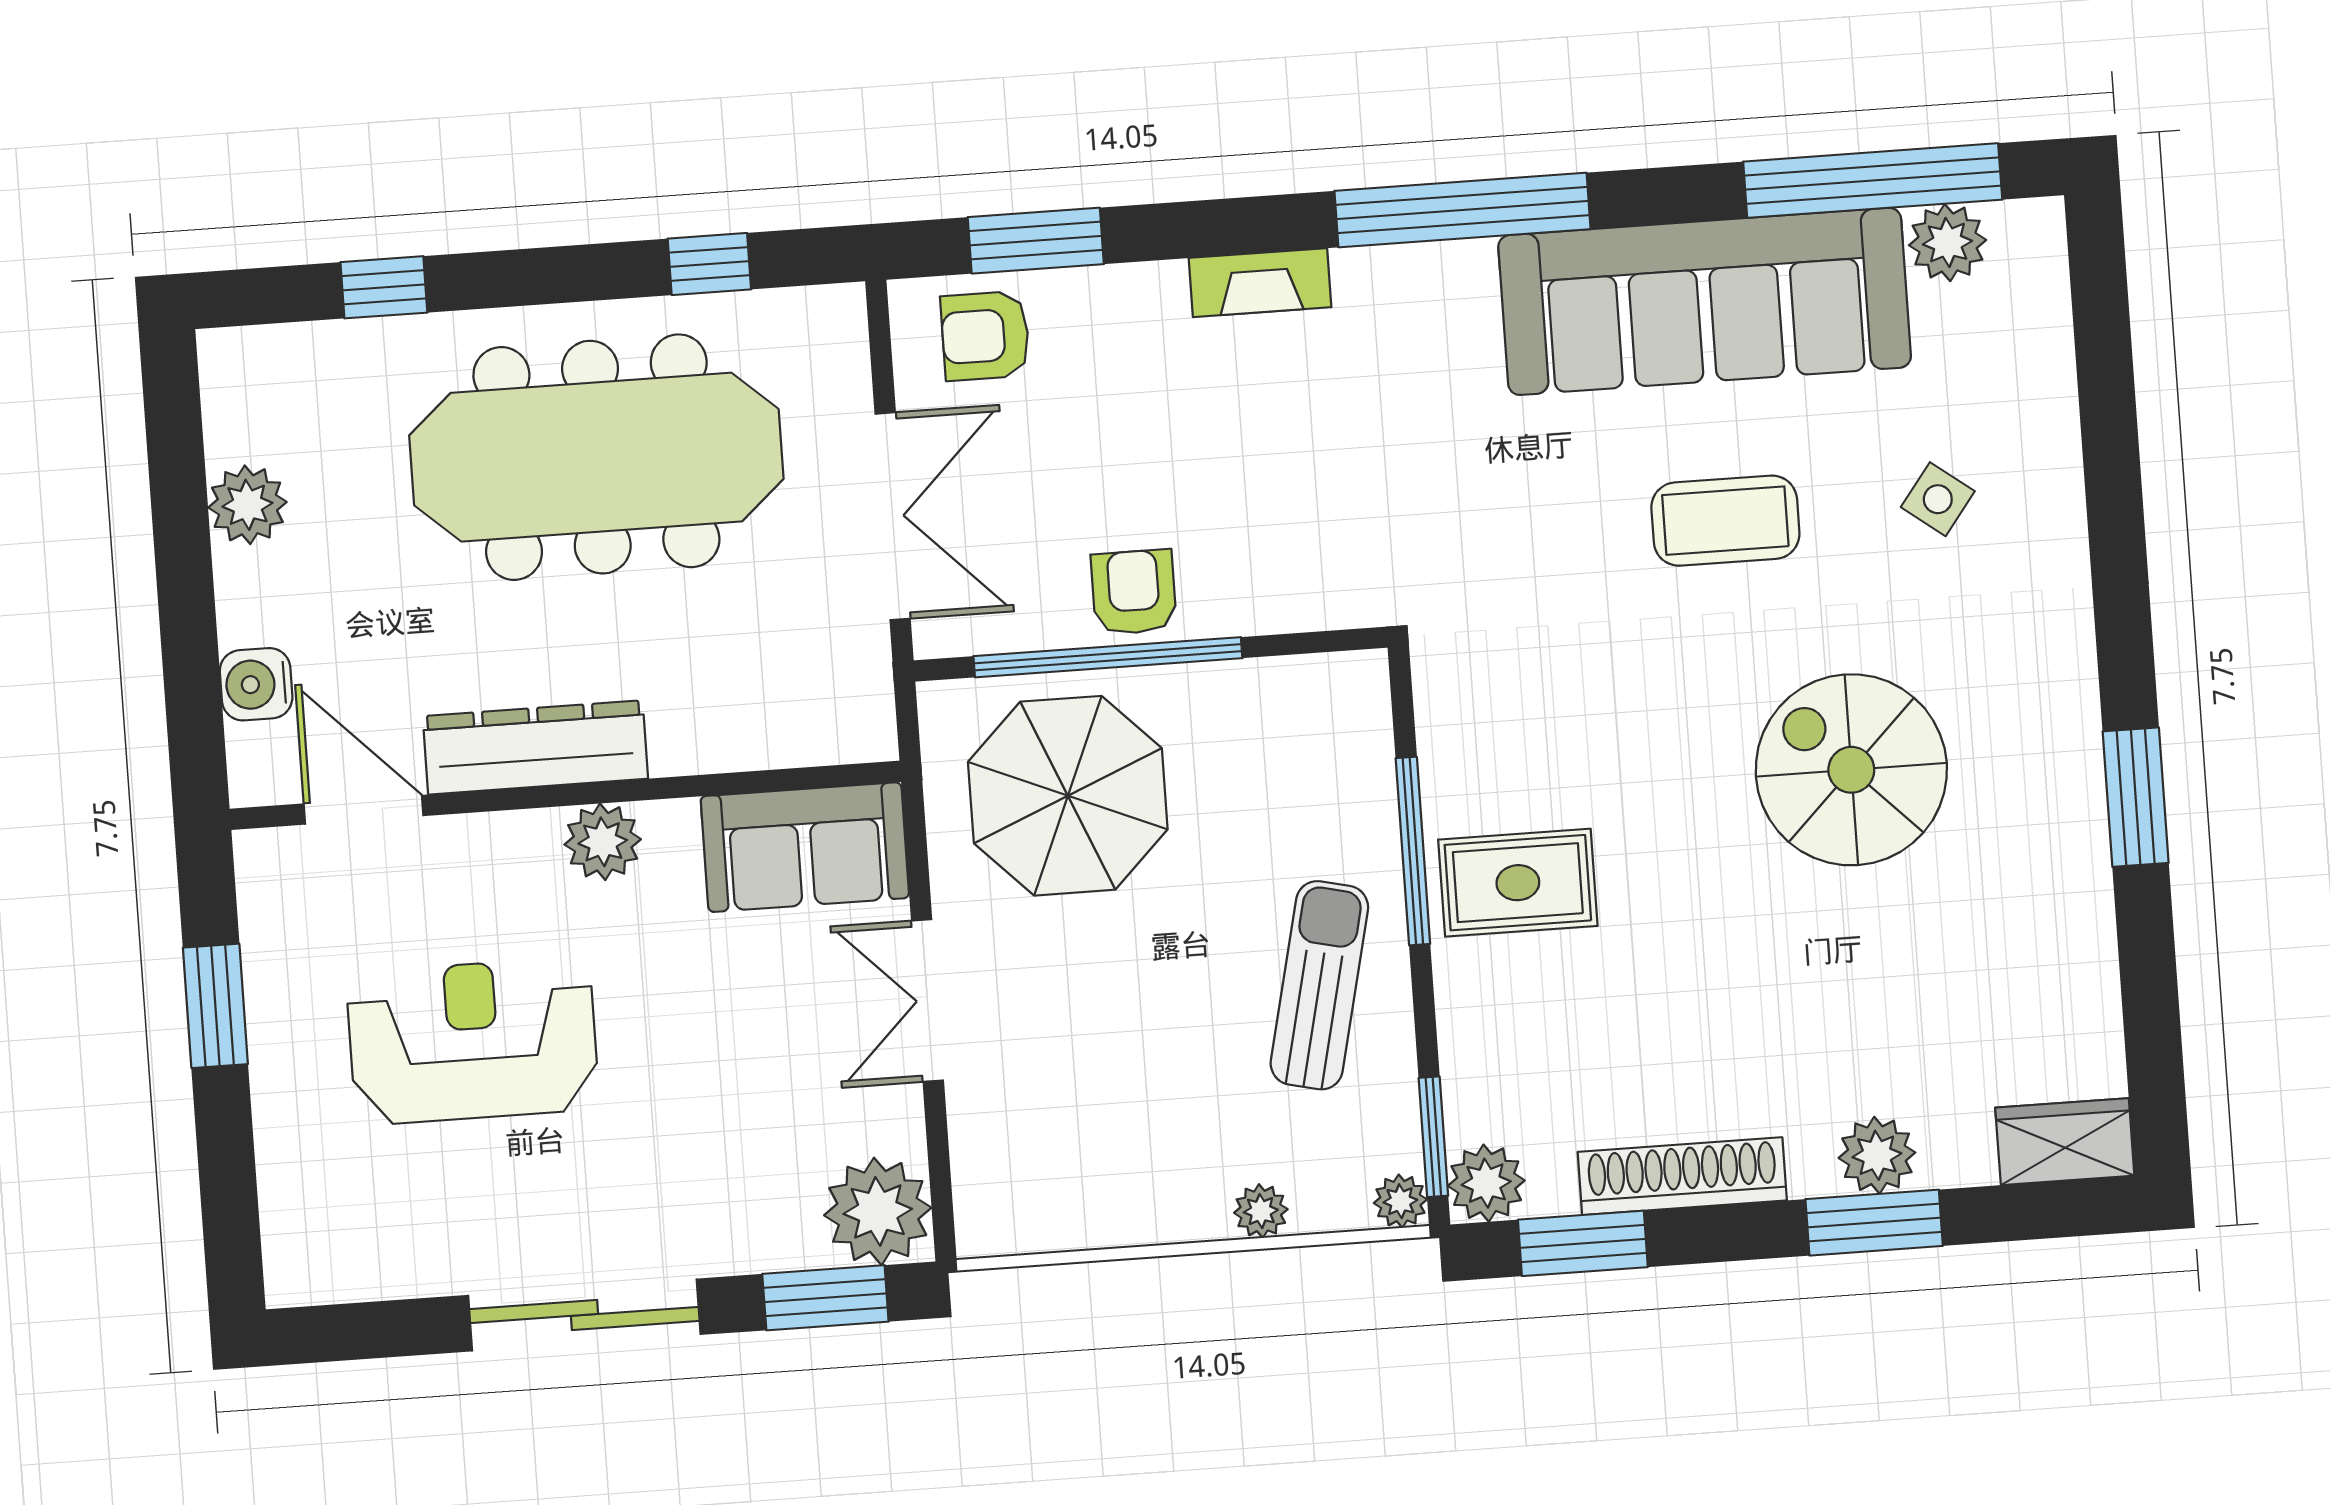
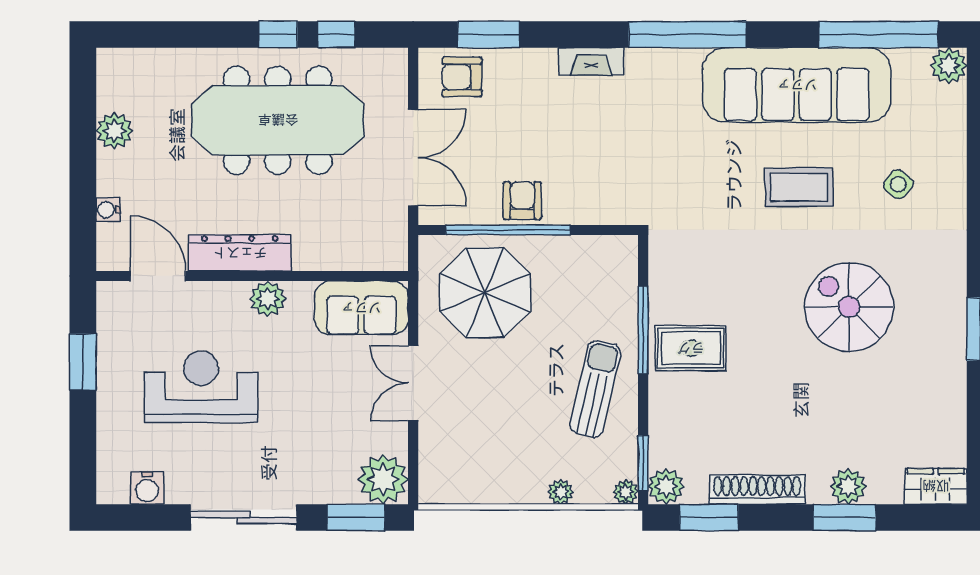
plant: (1948, 243) -> (949, 66), moved
window: (384, 287) -> (278, 34), moved
water cooler: (256, 684) -> (108, 210), width x0.72, depth x0.72
water cooler: (373, 1266) -> (147, 488), added

